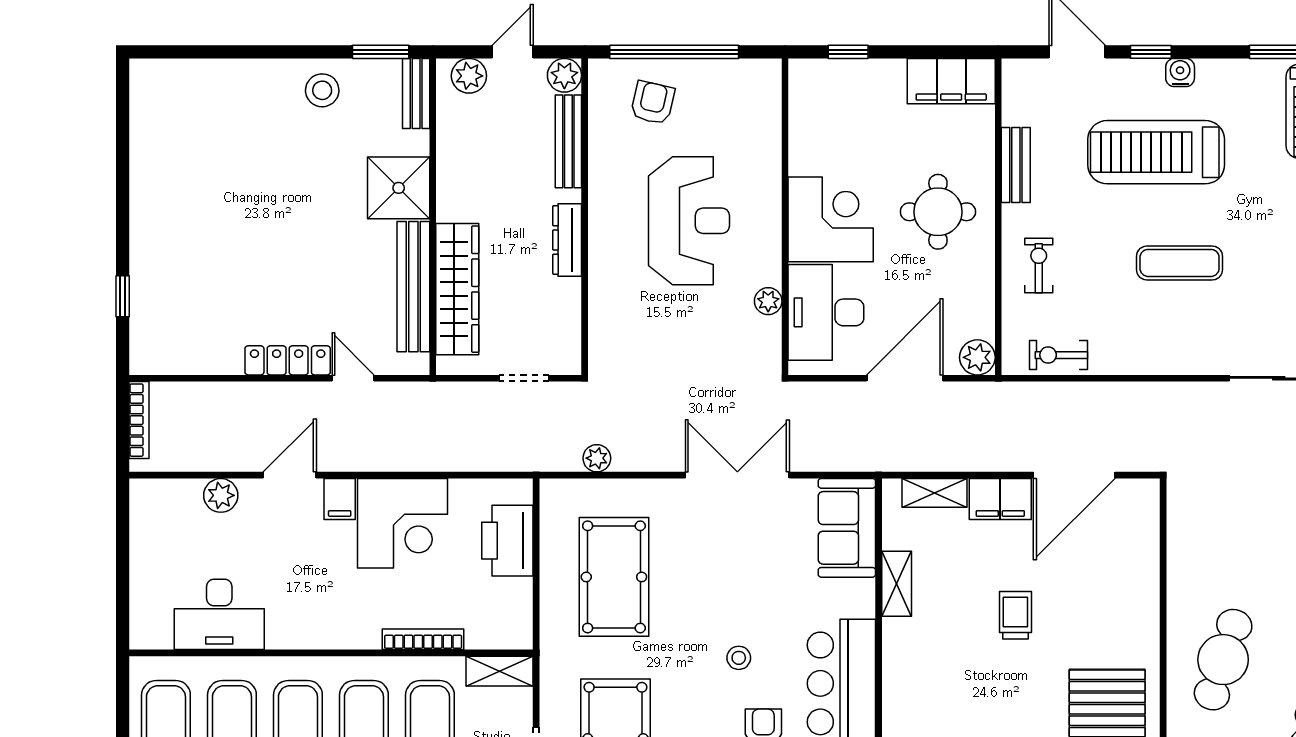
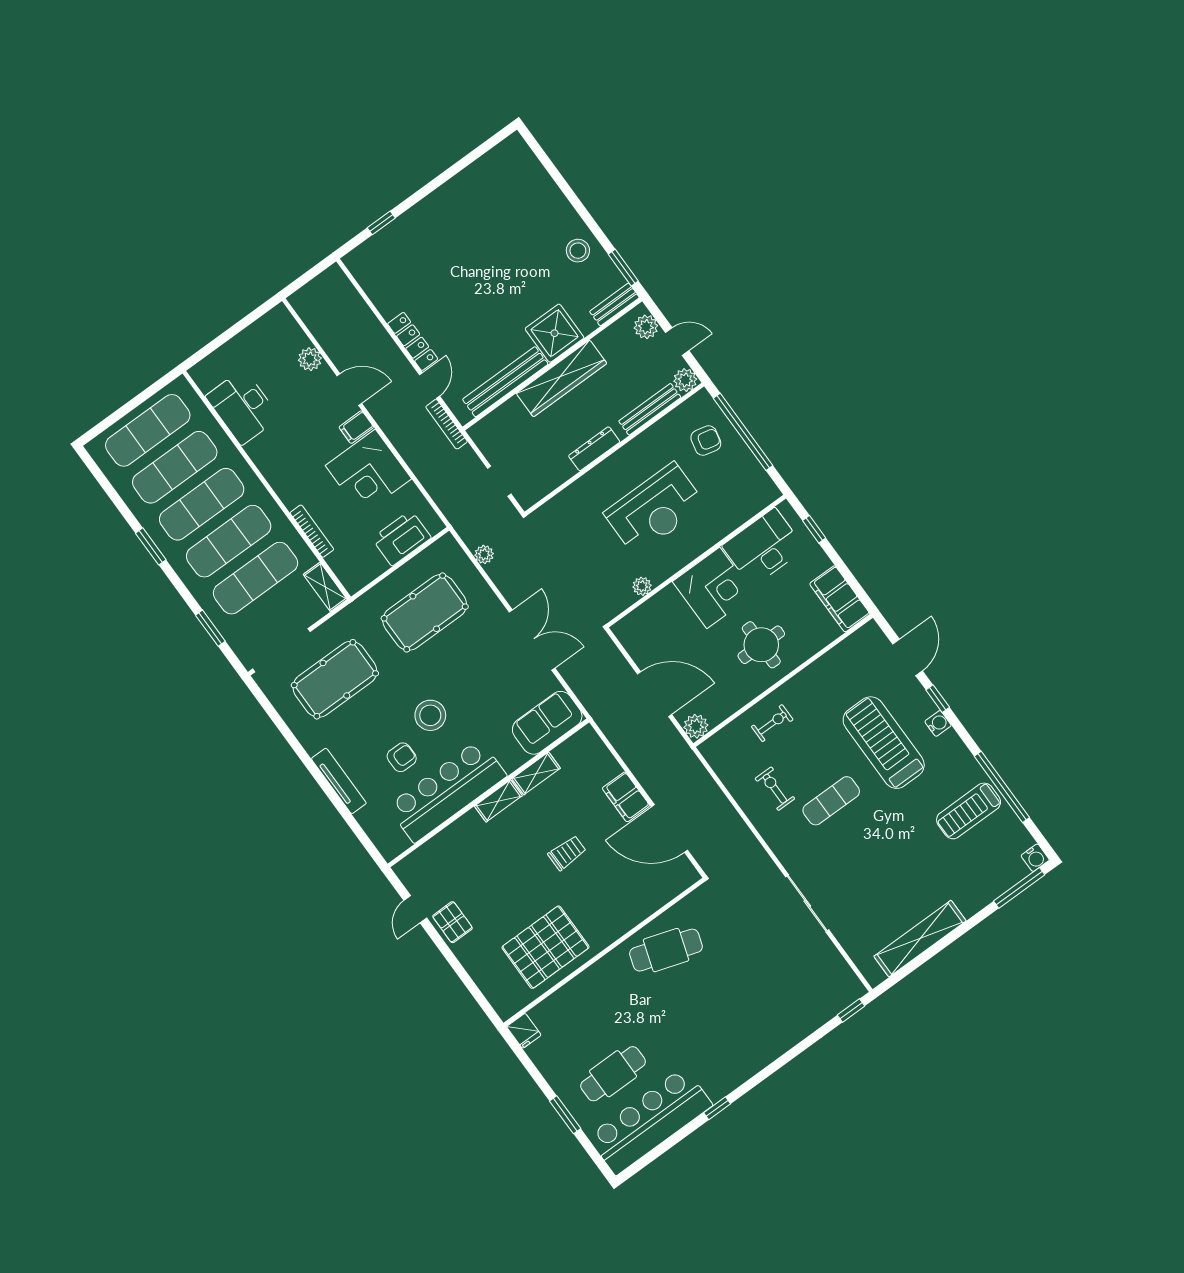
bench: (1016, 165) -> (819, 669), removed
exercise mat: (1180, 263) -> (831, 801), turned 90
wardrobe: (457, 289) -> (562, 378), moved
desk: (826, 312) -> (763, 547), moved
exercise bike: (1058, 355) -> (775, 789), moved
bookcase: (139, 420) -> (446, 424), moved, turned 90
shelving: (934, 493) -> (498, 801), moved, turned 90
stool: (739, 658) -> (430, 715), width x1.89, depth x1.89
cafe table: (1223, 660) -> (666, 950), moved

